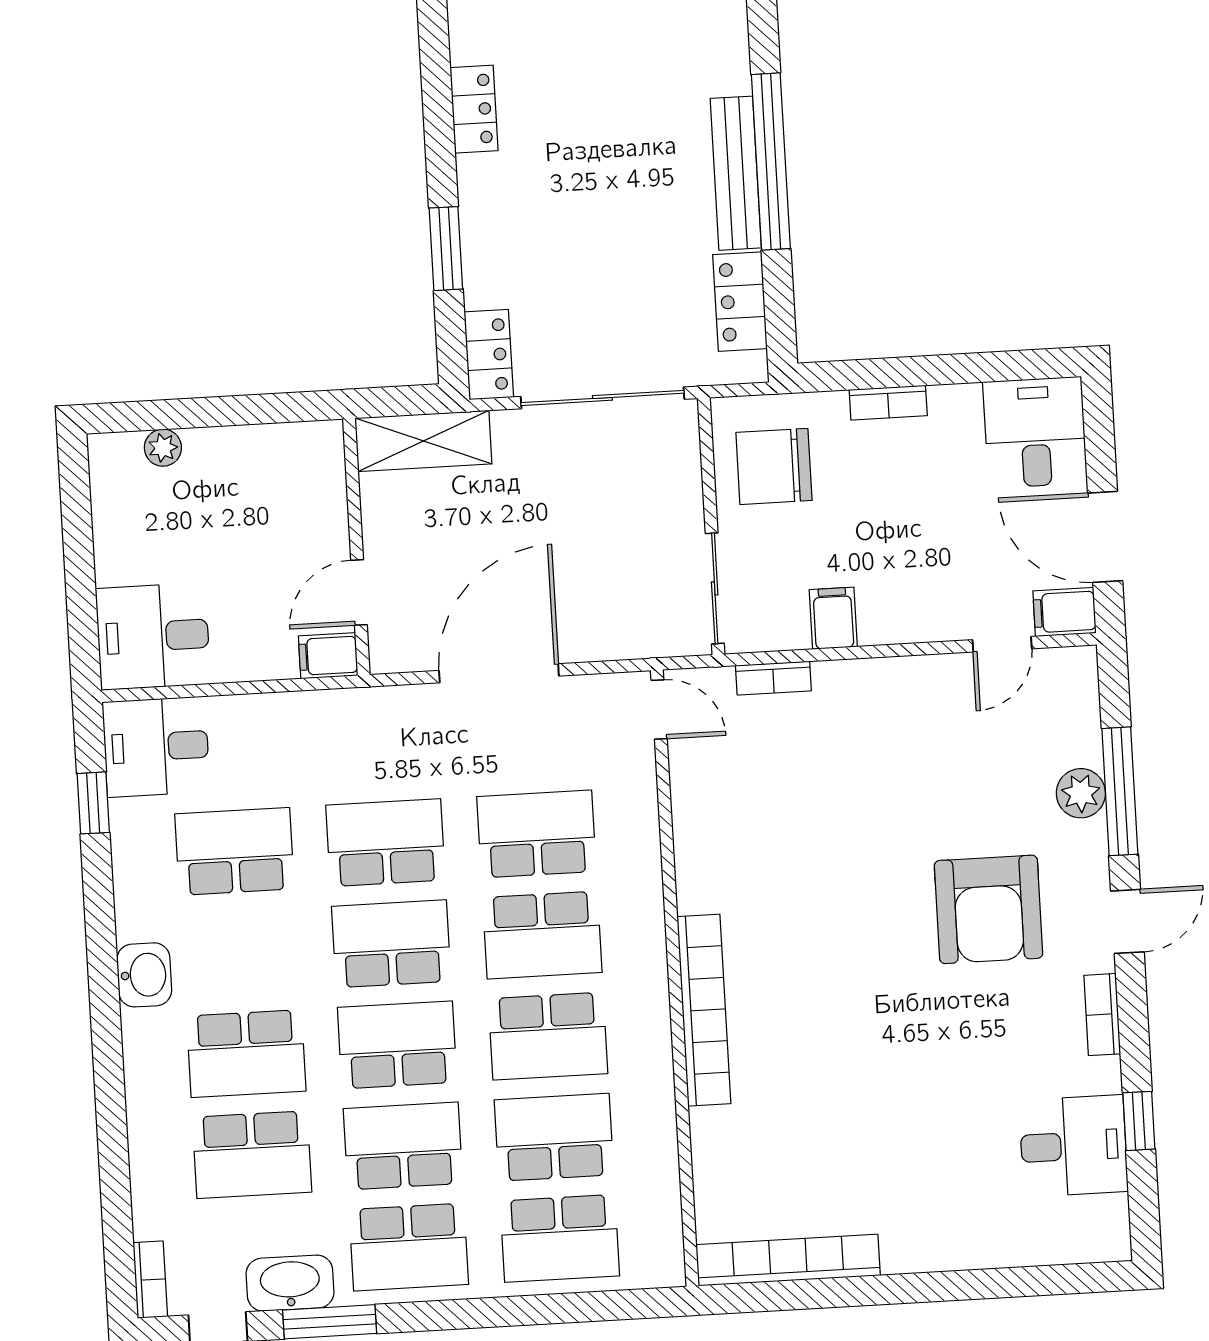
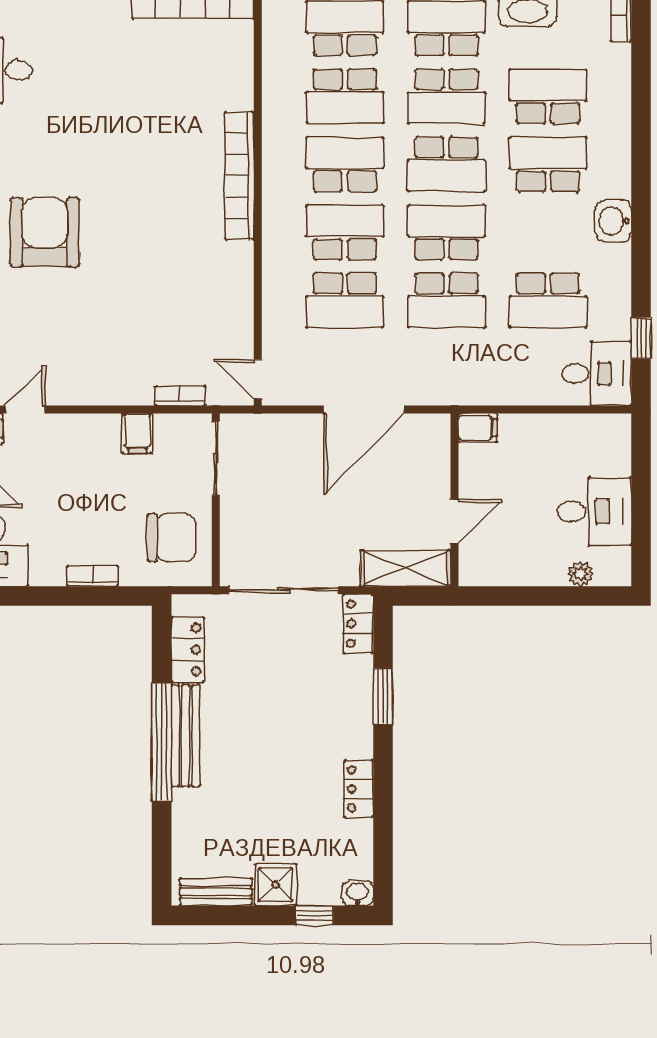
door: (359, 592) -> (455, 521), moved
desk: (153, 636) -> (594, 511), moved
school desk: (391, 944) -> (446, 232), turned 180

